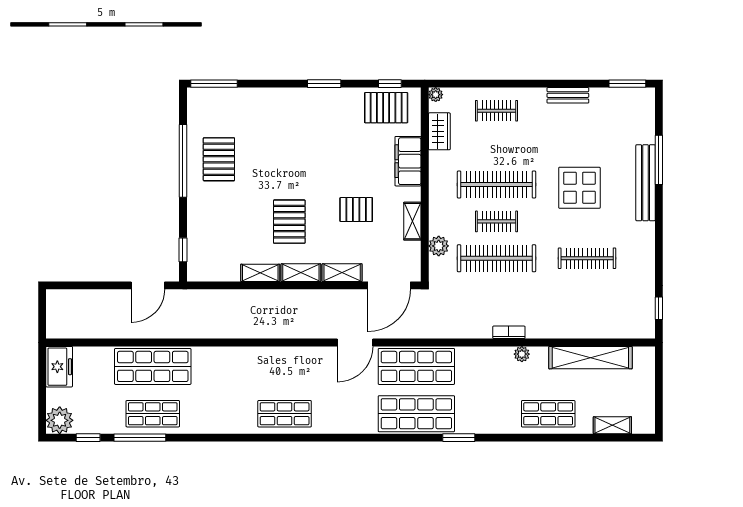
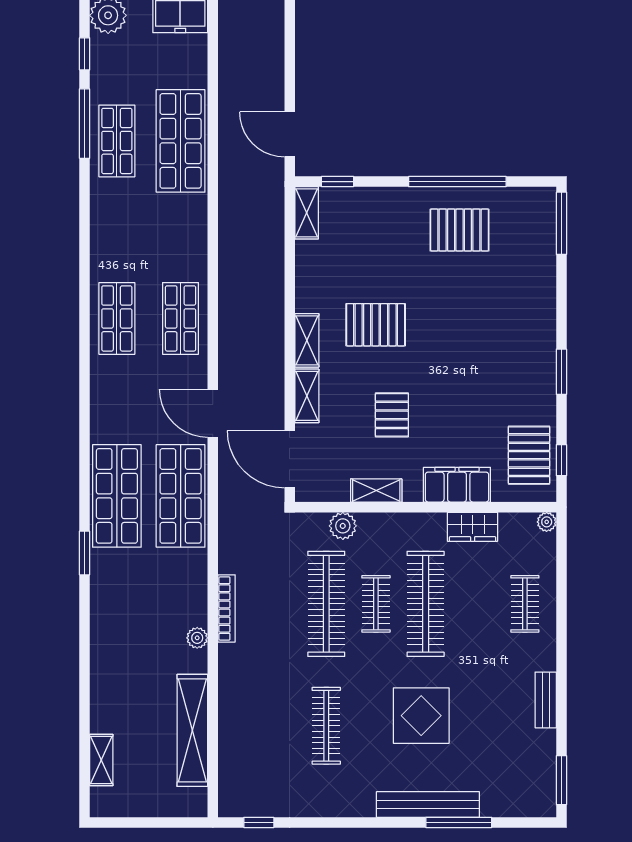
wardrobe: (439, 131) -> (473, 527), moved
shelving: (260, 273) -> (307, 213), moved
bookcase: (509, 332) -> (227, 608), width x1.56
shop shelf: (548, 414) -> (181, 318), moved

